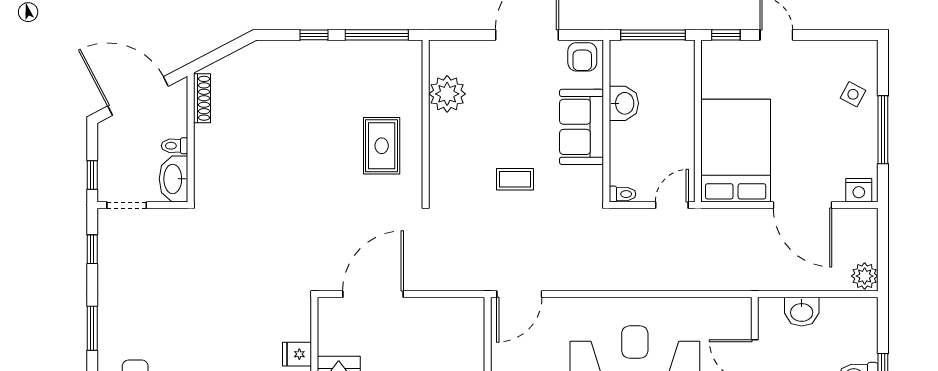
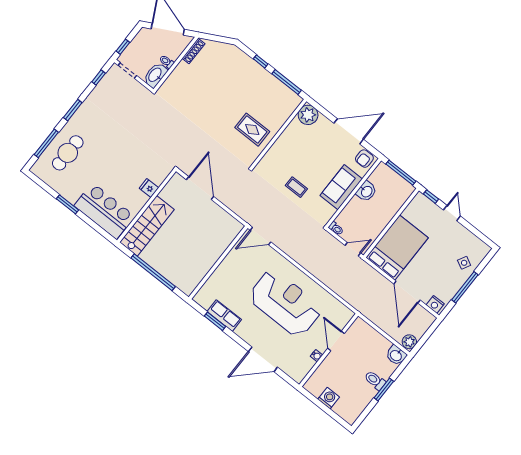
plant: (447, 94) -> (308, 115), moved
rug: (382, 146) -> (252, 130), turned 90
door: (373, 294) -> (200, 188), hinge flipped
washbasin: (802, 312) -> (396, 355), moved

